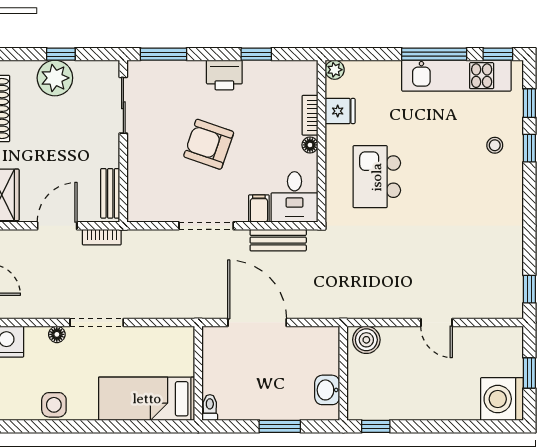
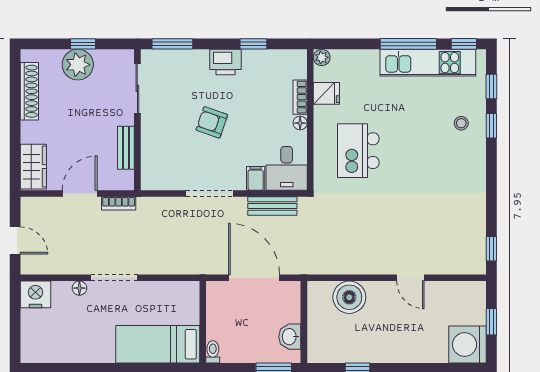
armchair: (209, 144) -> (212, 122), width x0.72, depth x0.72
bench: (110, 193) -> (126, 148), moved
boiler: (366, 340) -> (349, 297), width x1.37, depth x1.37
wall: (343, 373) -> (304, 322), moved
washbasin: (327, 390) -> (290, 337), moved
side table: (54, 405) -> (77, 350), removed

